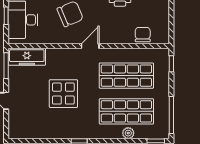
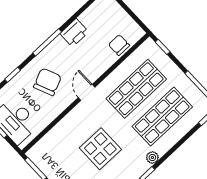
freezer: (27, 57) -> (45, 147), removed
plant: (128, 133) -> (152, 158), moved

